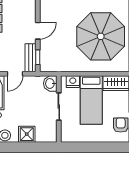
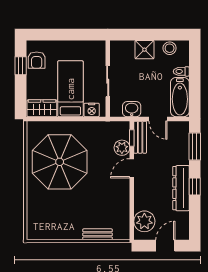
plant: (46, 49) -> (122, 148), added
door: (15, 74) -> (158, 119), swing flipped
washbasin: (50, 83) -> (132, 109), moved, turned -90

